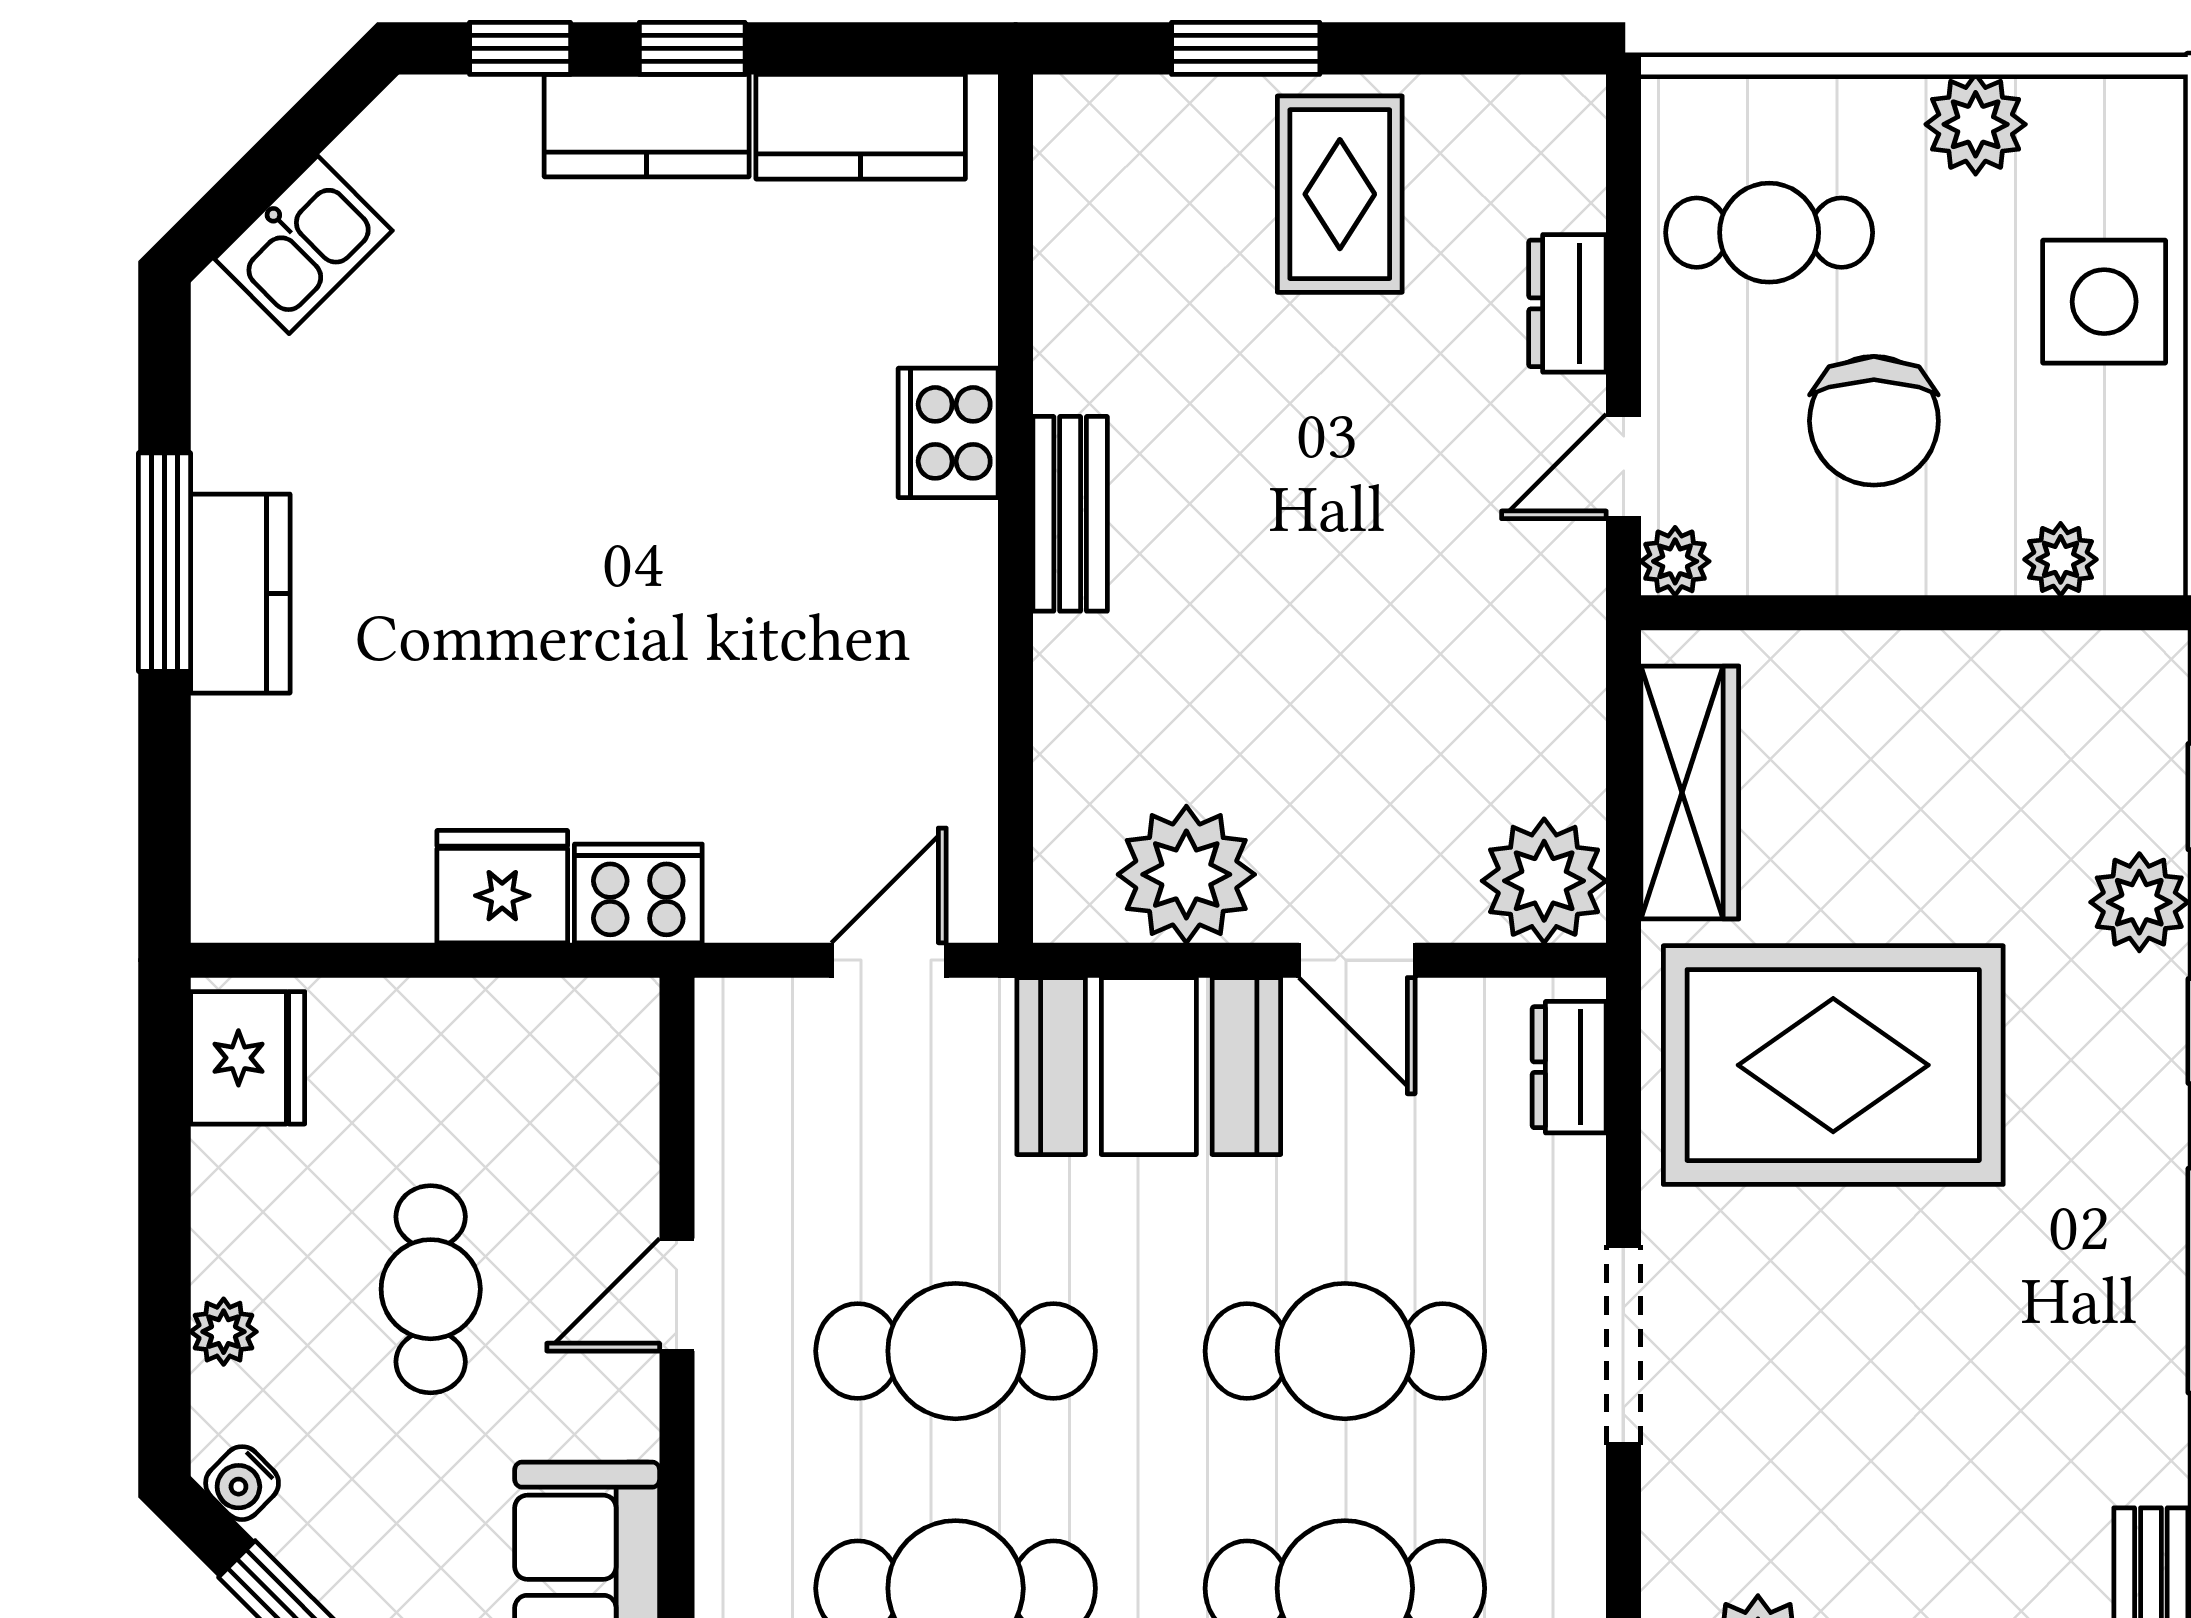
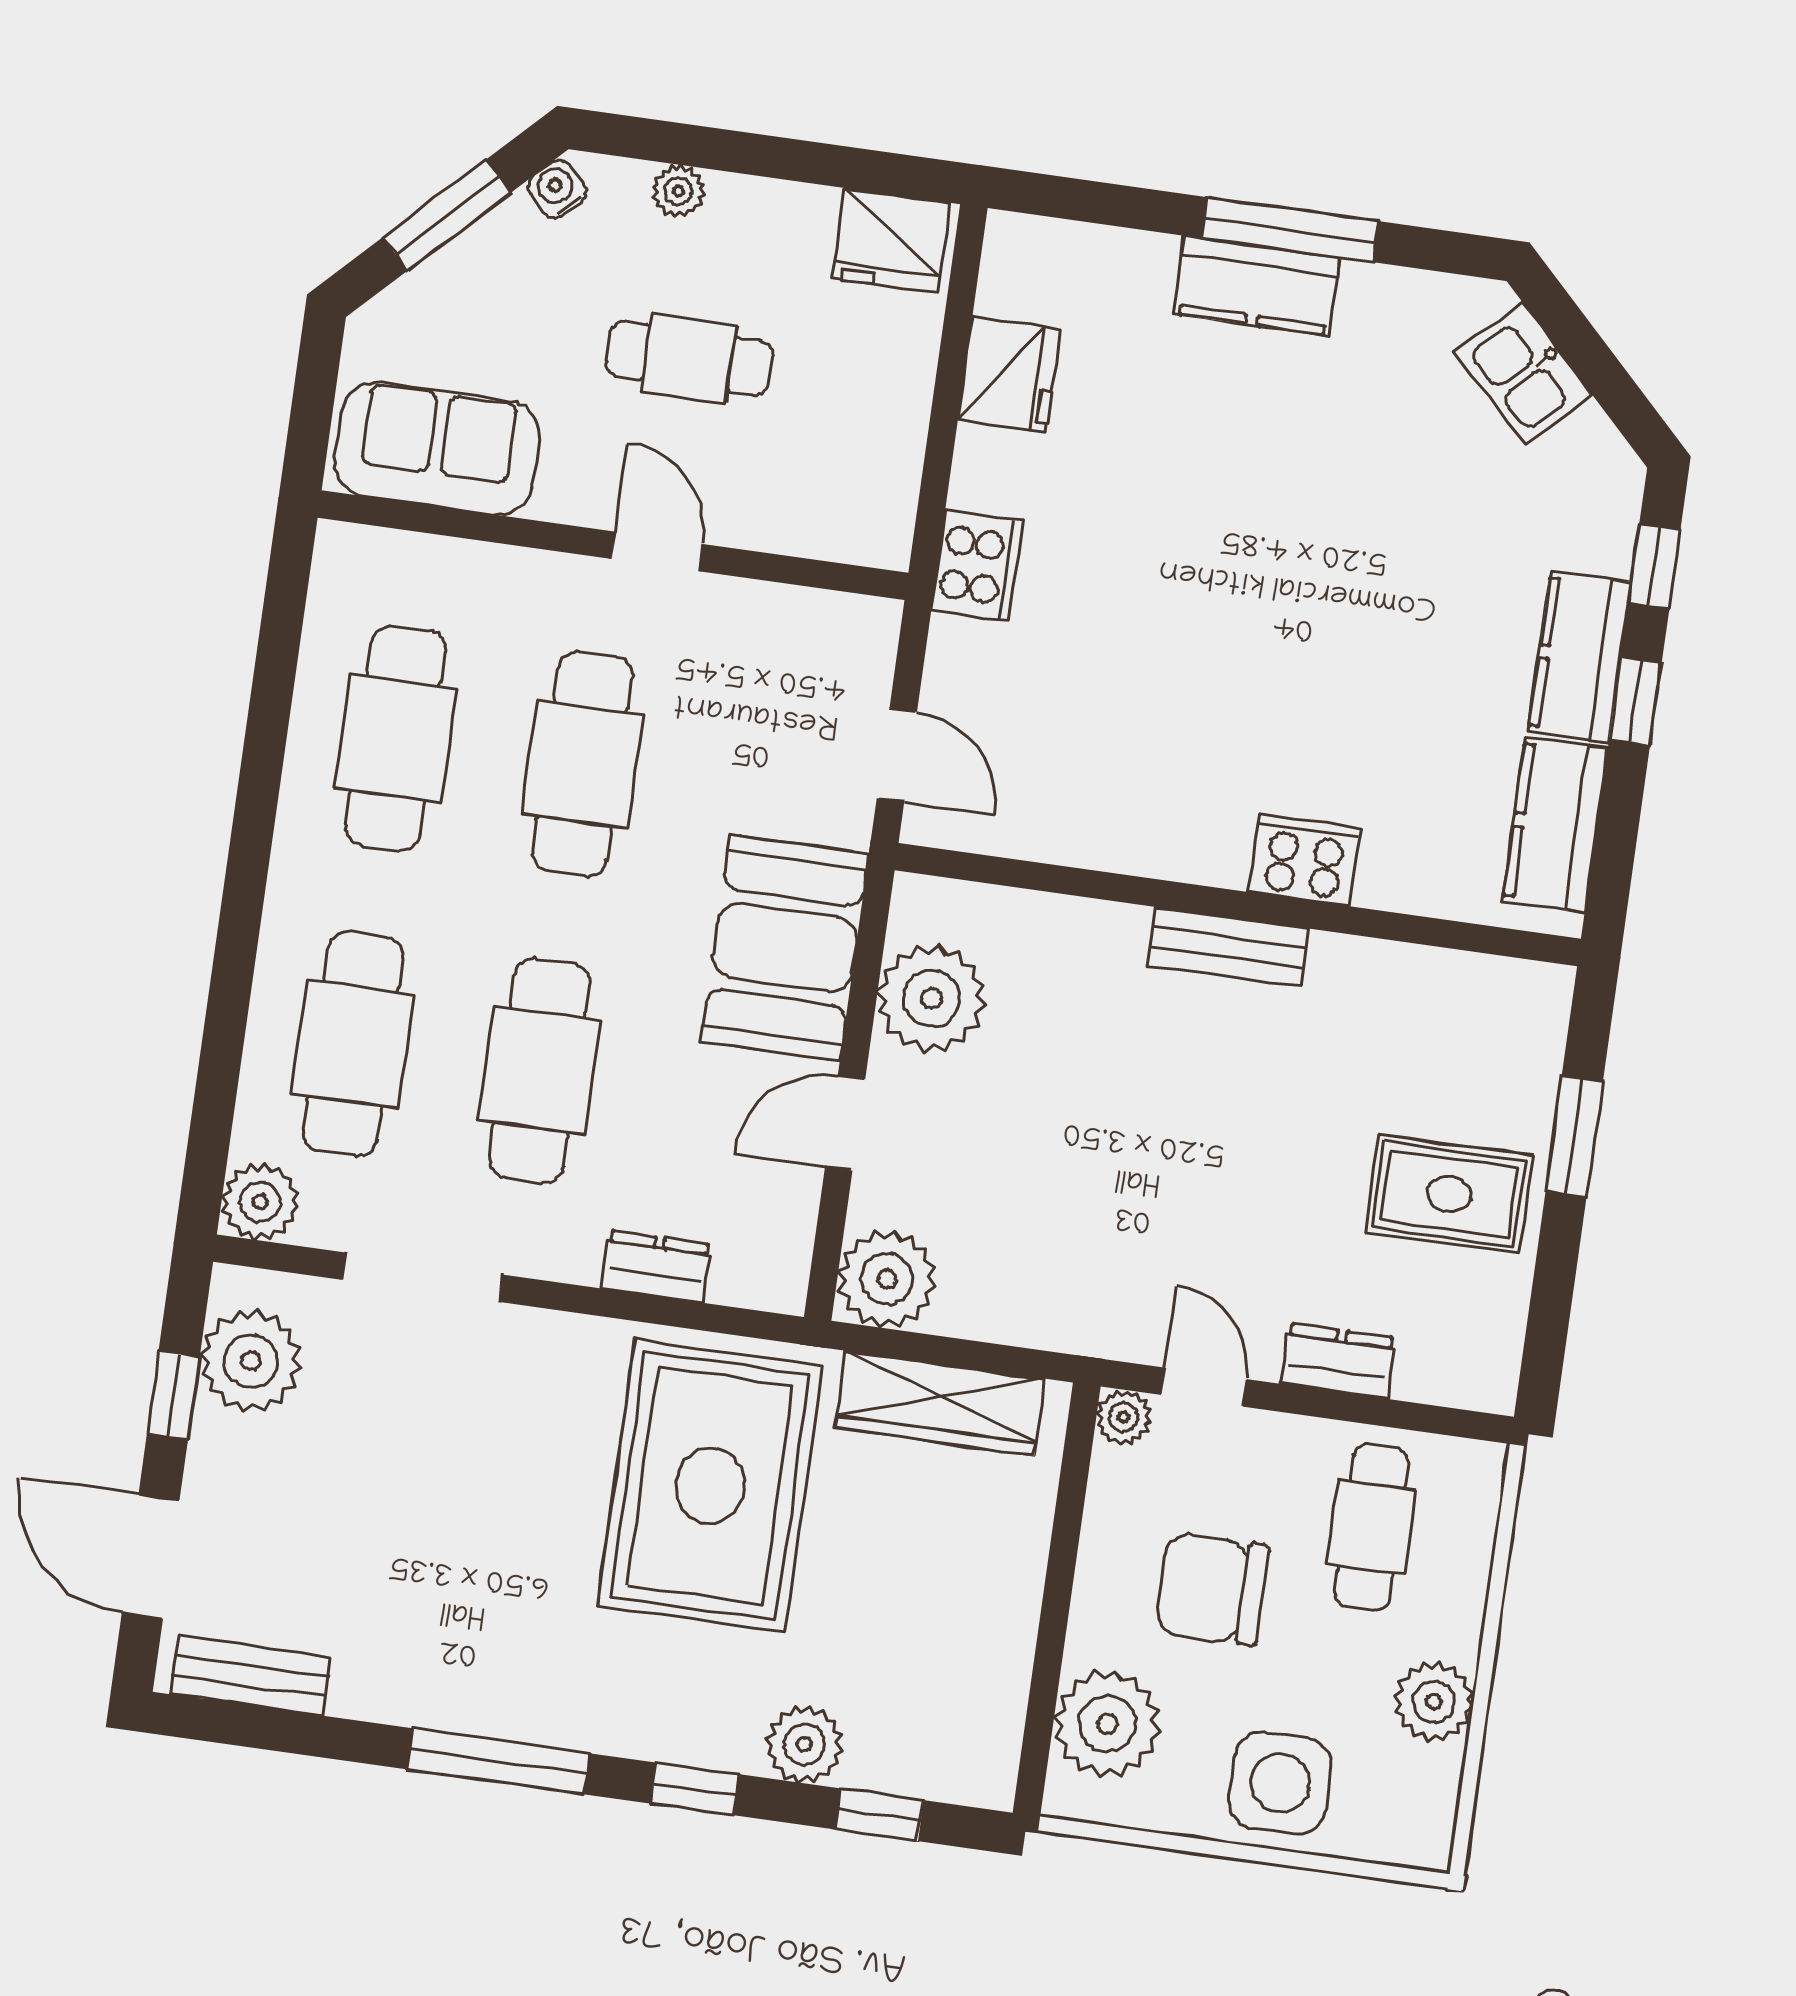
plant: (2061, 559) -> (1107, 1724), width x1.87, depth x1.87
fridge: (502, 887) -> (1009, 375), moved
dresser: (1569, 1067) -> (656, 1267), moved
doorway: (1624, 1345) -> (423, 1277), moved

